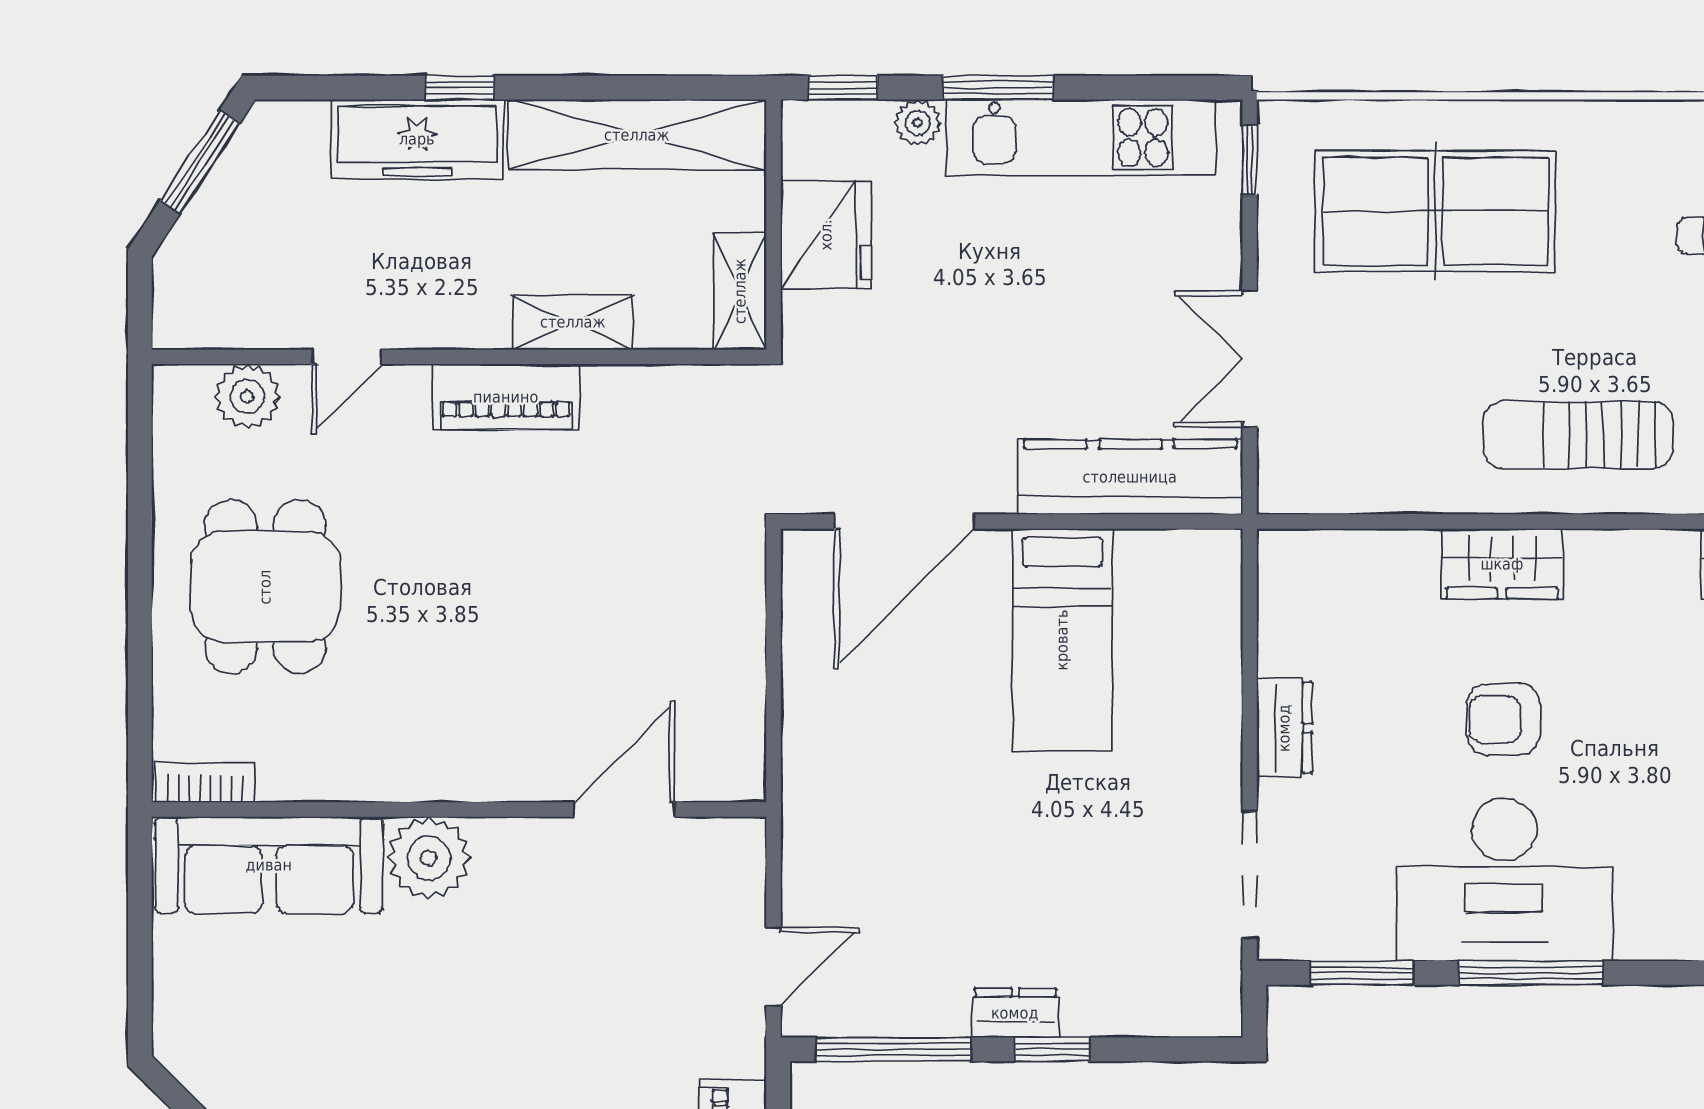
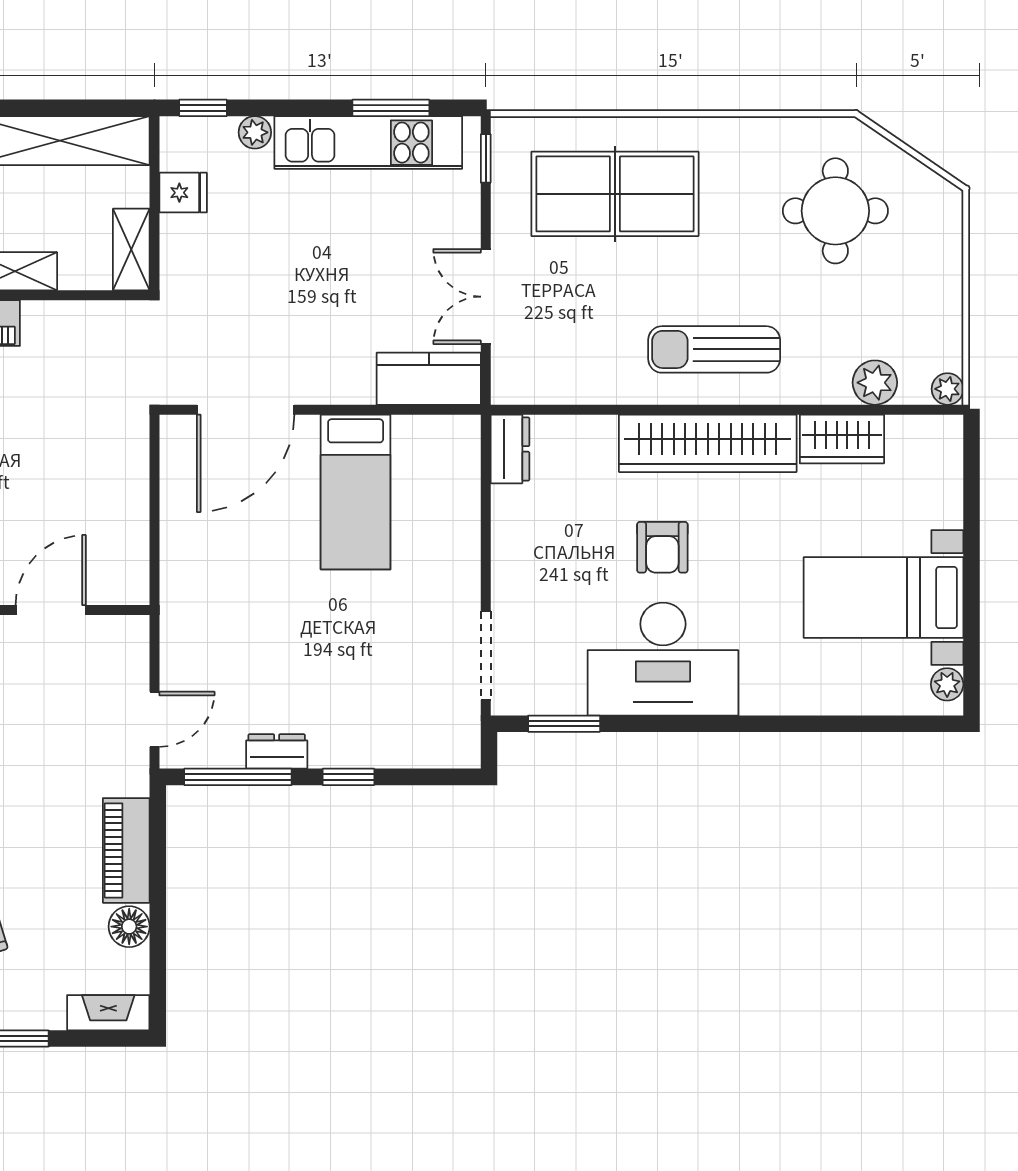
window: (998, 88) -> (391, 108), moved
fridge: (826, 235) -> (183, 193), width x0.53, depth x0.75
kitchen counter: (1130, 477) -> (429, 379), width x0.67
wardrobe: (1502, 564) -> (708, 443), width x2.10, depth x1.17
armchair: (1504, 719) -> (662, 547), turned -90
dresser: (1284, 728) -> (510, 449), moved
window: (1531, 973) -> (681, 724), removed
dresser: (1015, 1013) -> (277, 751), moved

